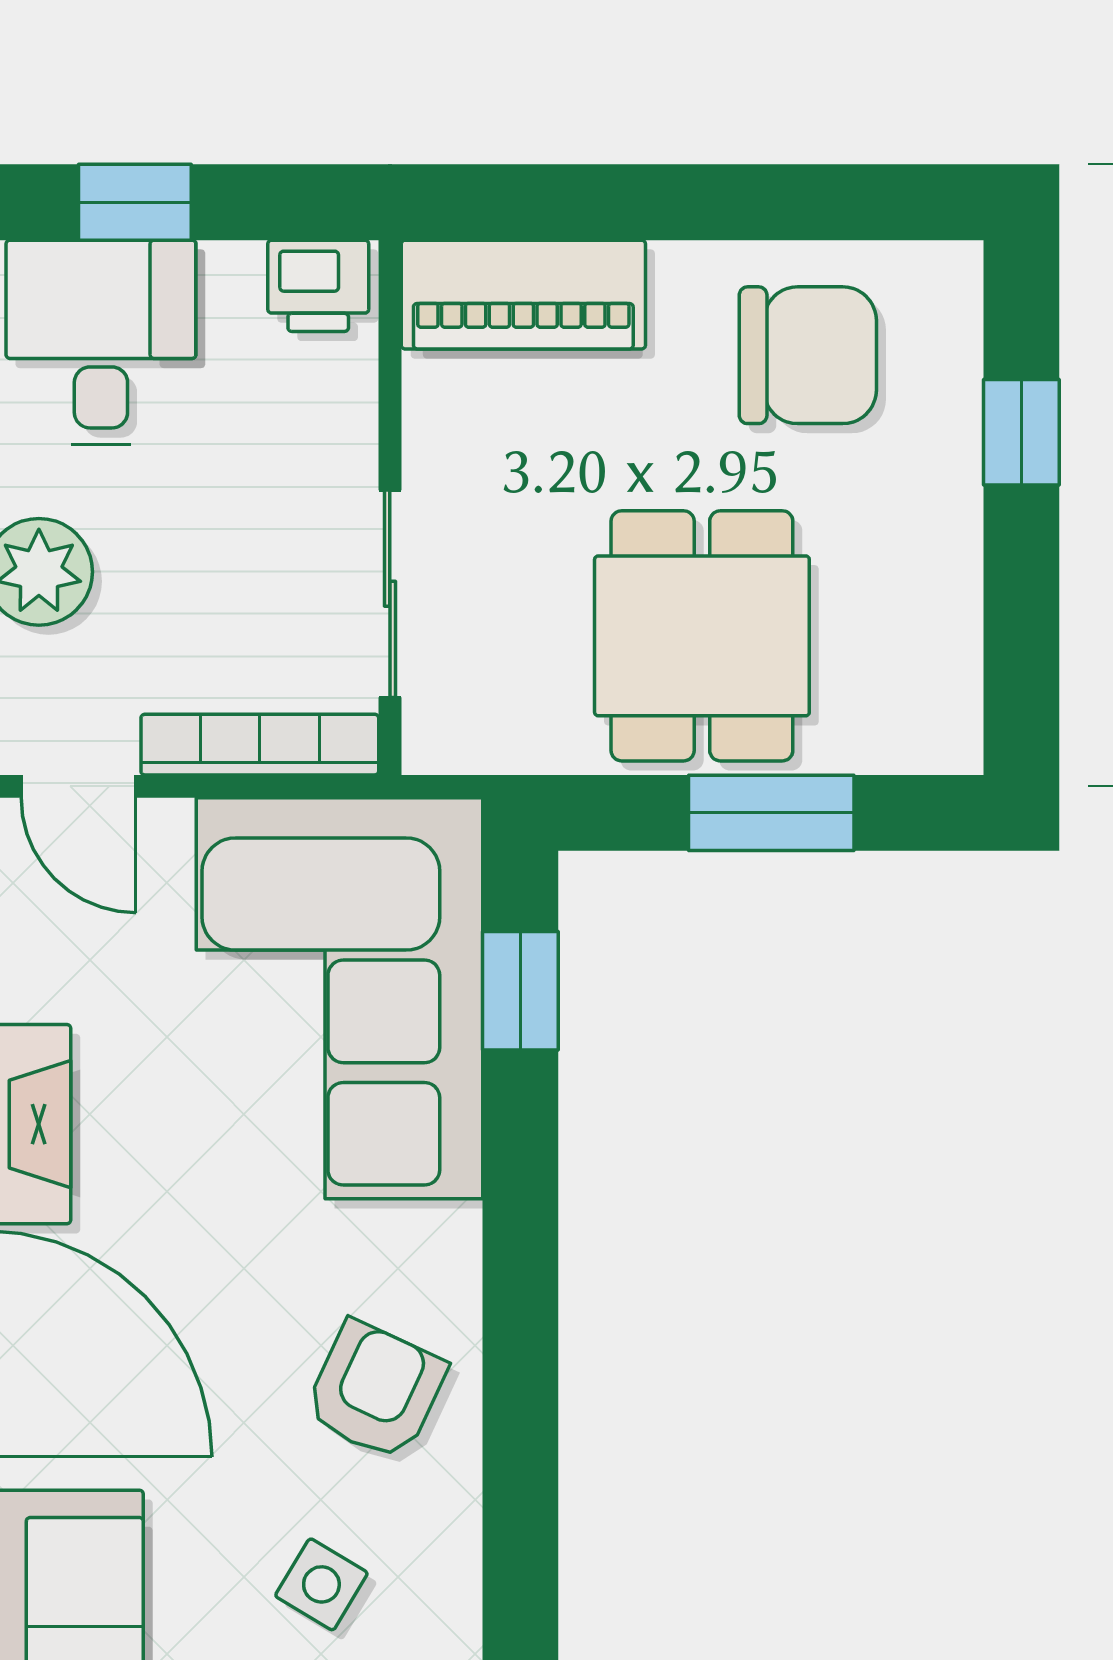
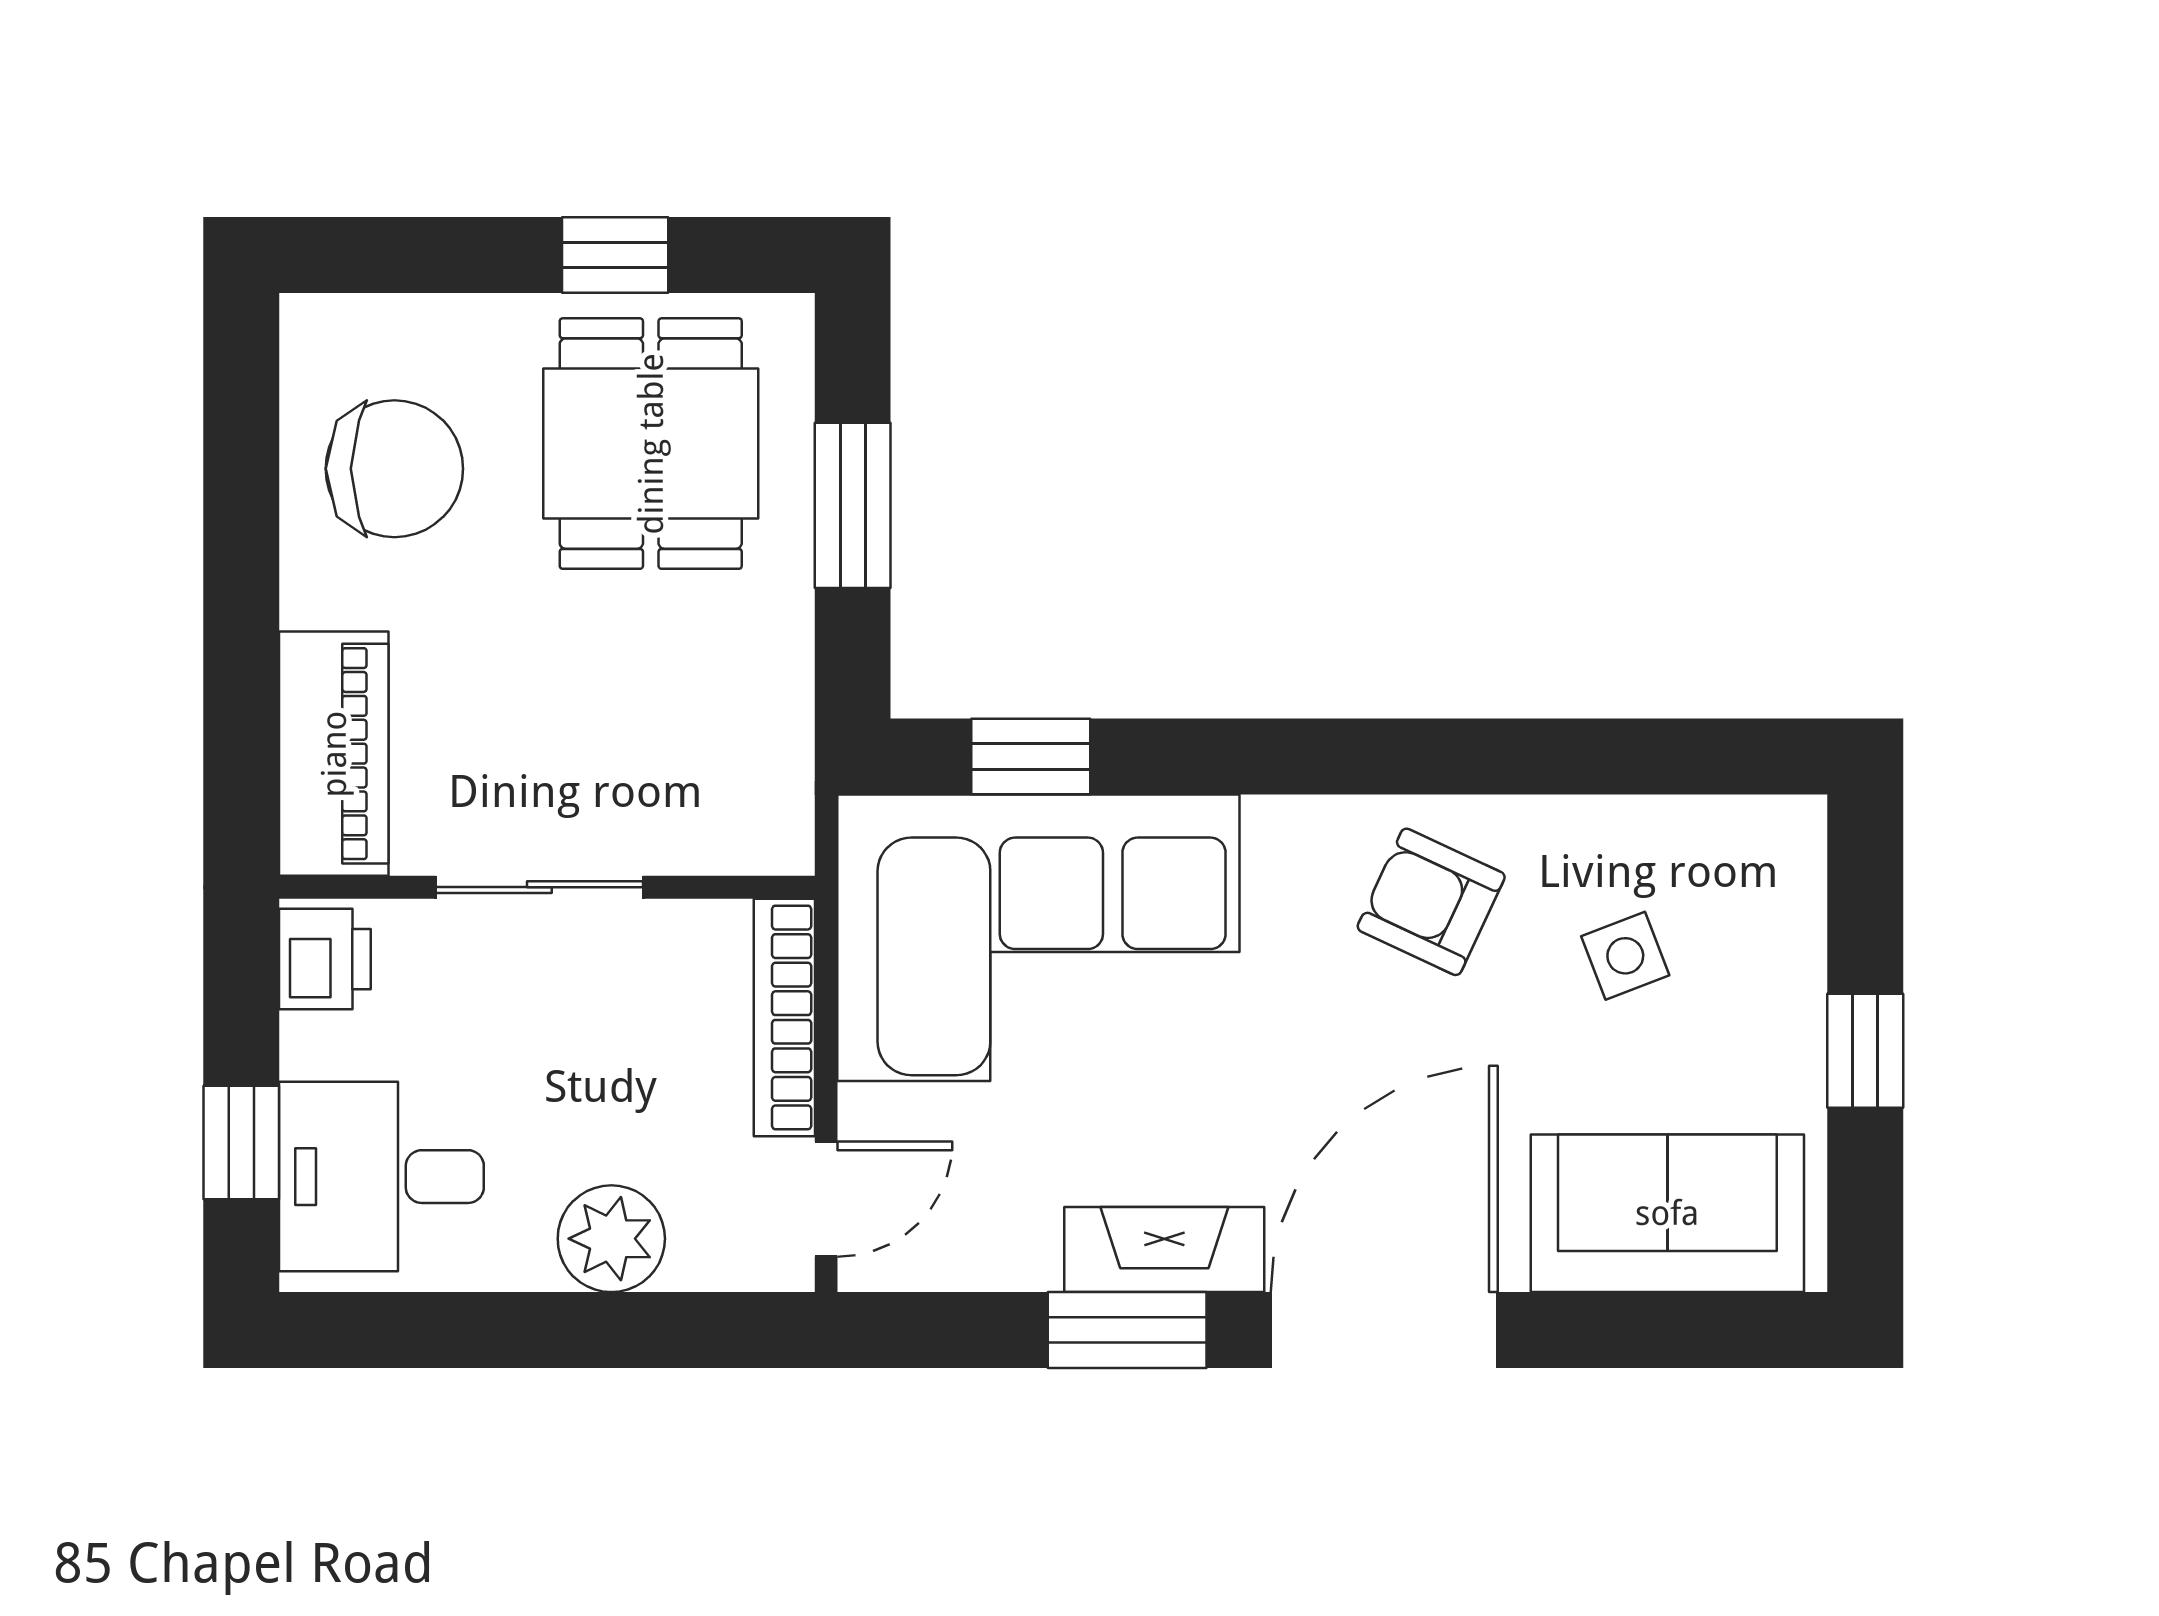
chair: (808, 355) -> (394, 469), turned 90
window: (1021, 432) -> (615, 255), moved
sliding door: (390, 594) -> (539, 887), moved
dining table: (702, 636) -> (651, 444), moved, turned 90
side table: (321, 1584) -> (1625, 956), turned 38

